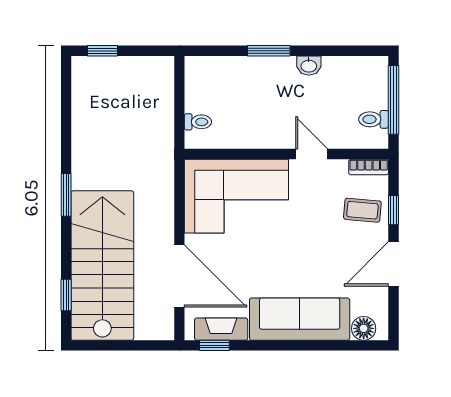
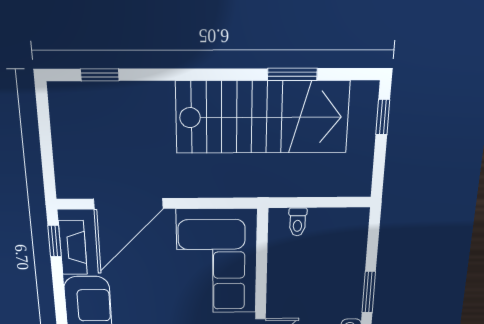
window: (66, 195) -> (292, 74), moved
stairs: (102, 266) -> (262, 117), moved

